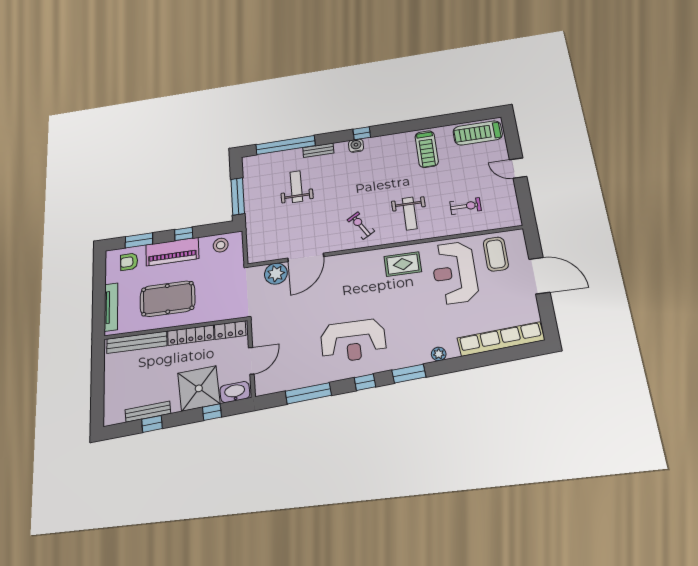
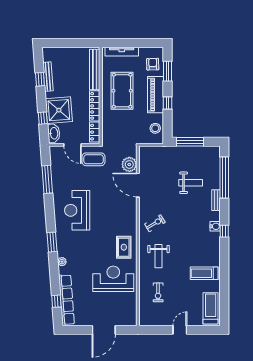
weight bench: (410, 213) -> (159, 256), turned -90
coffee table: (496, 254) -> (94, 159), moved
window: (365, 382) -> (56, 301), moved

